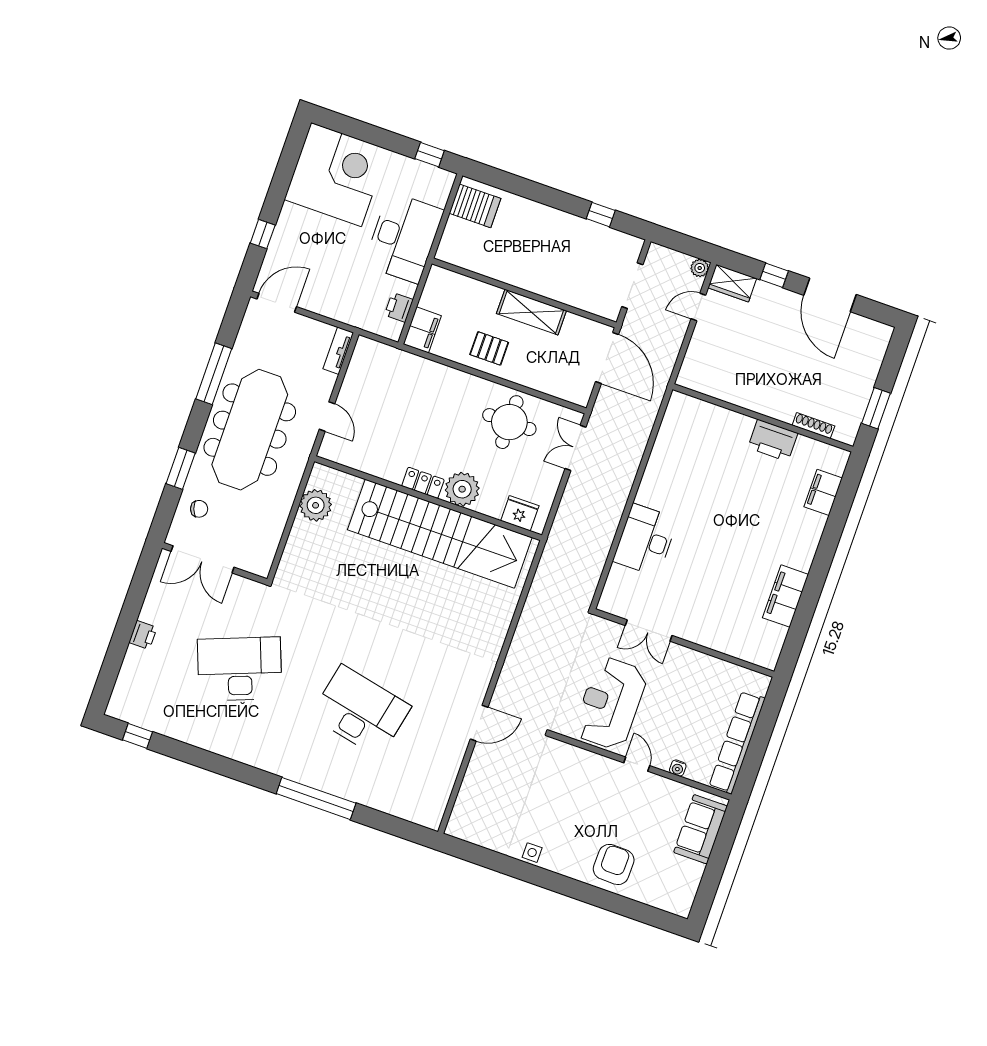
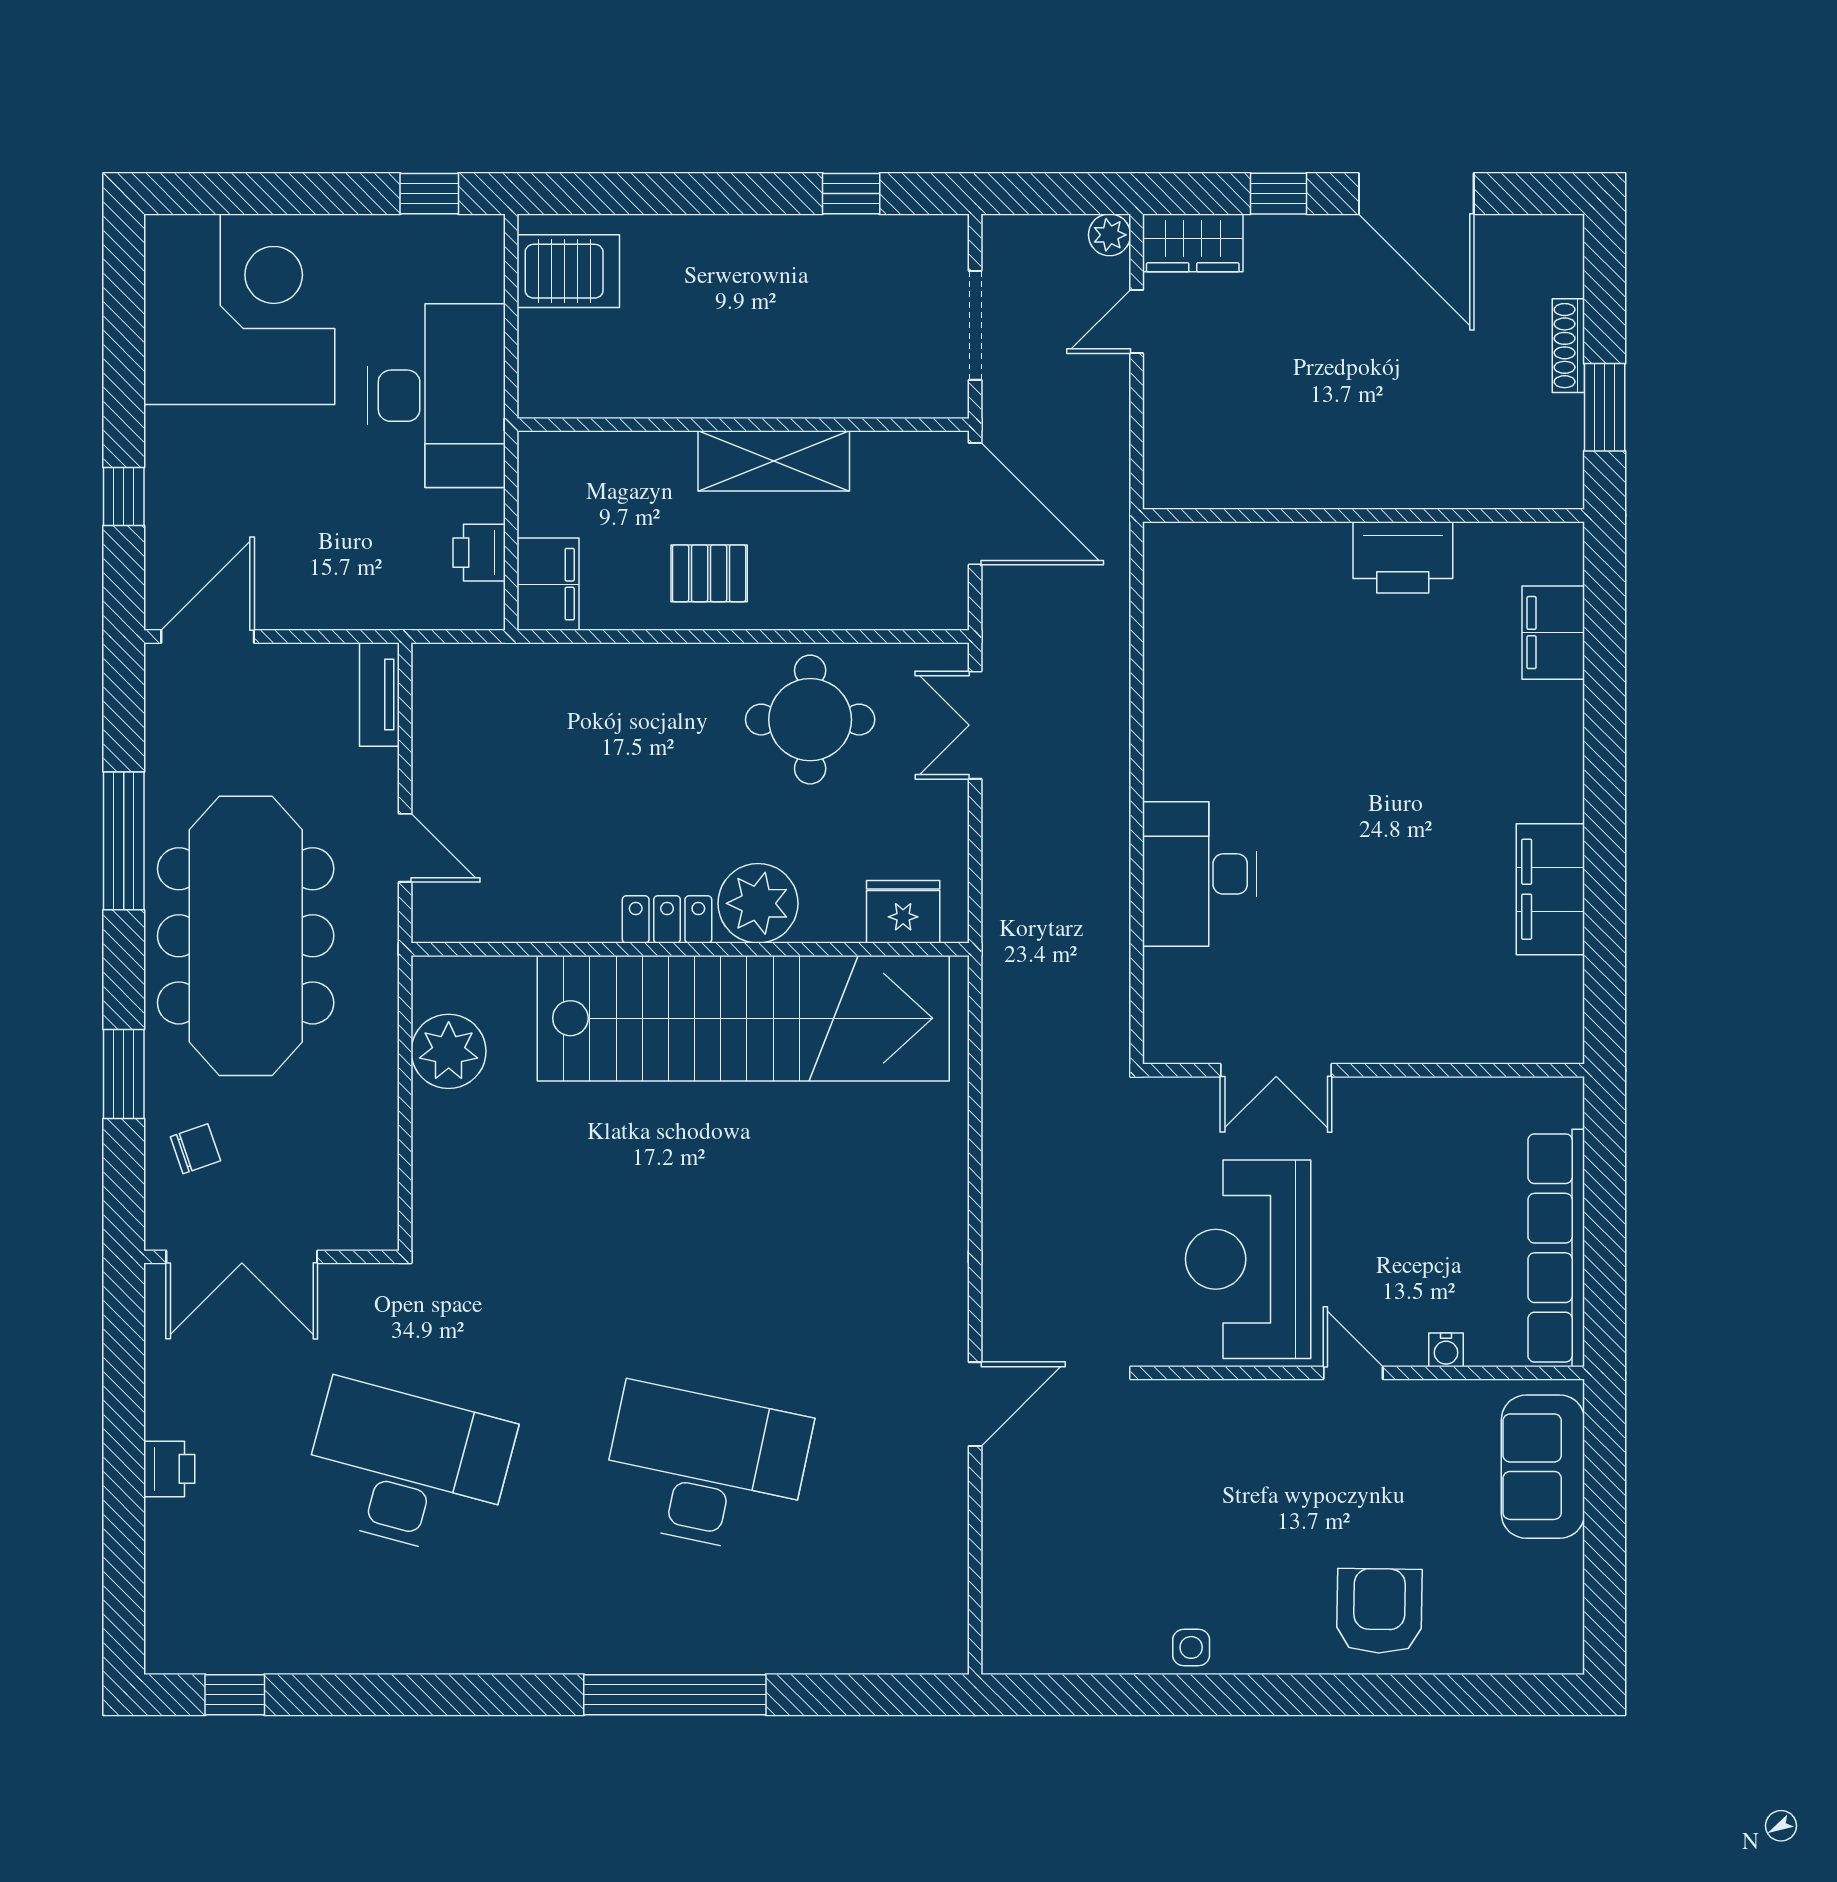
shoe rack: (813, 426) -> (1568, 346), moved, turned -90
desk: (240, 669) -> (407, 1469), turned 36

